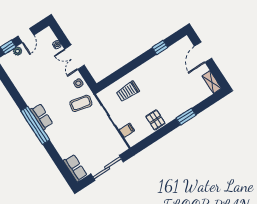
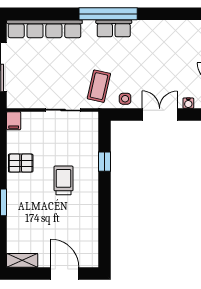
window: (160, 47) -> (104, 162), moved
trolley: (128, 91) -> (64, 180), moved
filing cabinet: (127, 130) -> (14, 121), moved
row of seats: (75, 168) -> (44, 29), width x2.02

